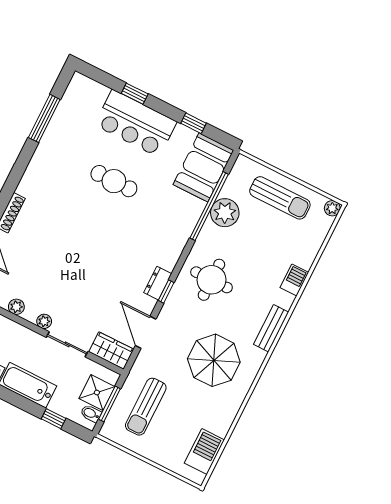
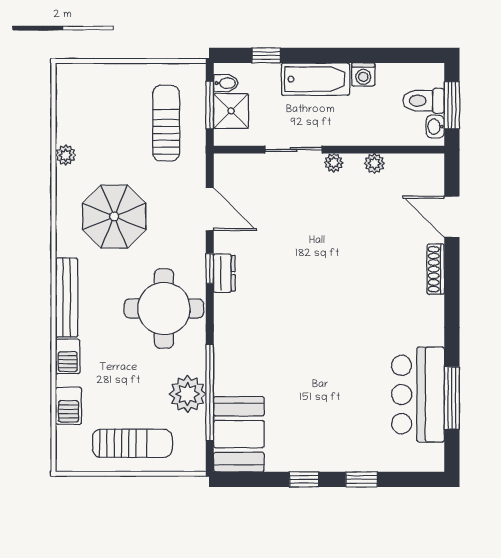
bar counter: (136, 123) -> (418, 395), moved, turned -90
window: (194, 123) -> (304, 479), moved
cafe table: (114, 181) -> (335, 366), removed
sun lounger: (280, 198) -> (132, 443), turned 180
plant: (332, 208) -> (66, 155), moved
round table: (211, 280) -> (164, 308), width x1.36, depth x1.36
bench: (271, 328) -> (67, 298), width x1.36
wardrobe: (111, 351) -> (239, 168), removed
barbecue: (204, 451) -> (69, 406), moved, width x0.73, depth x0.79

